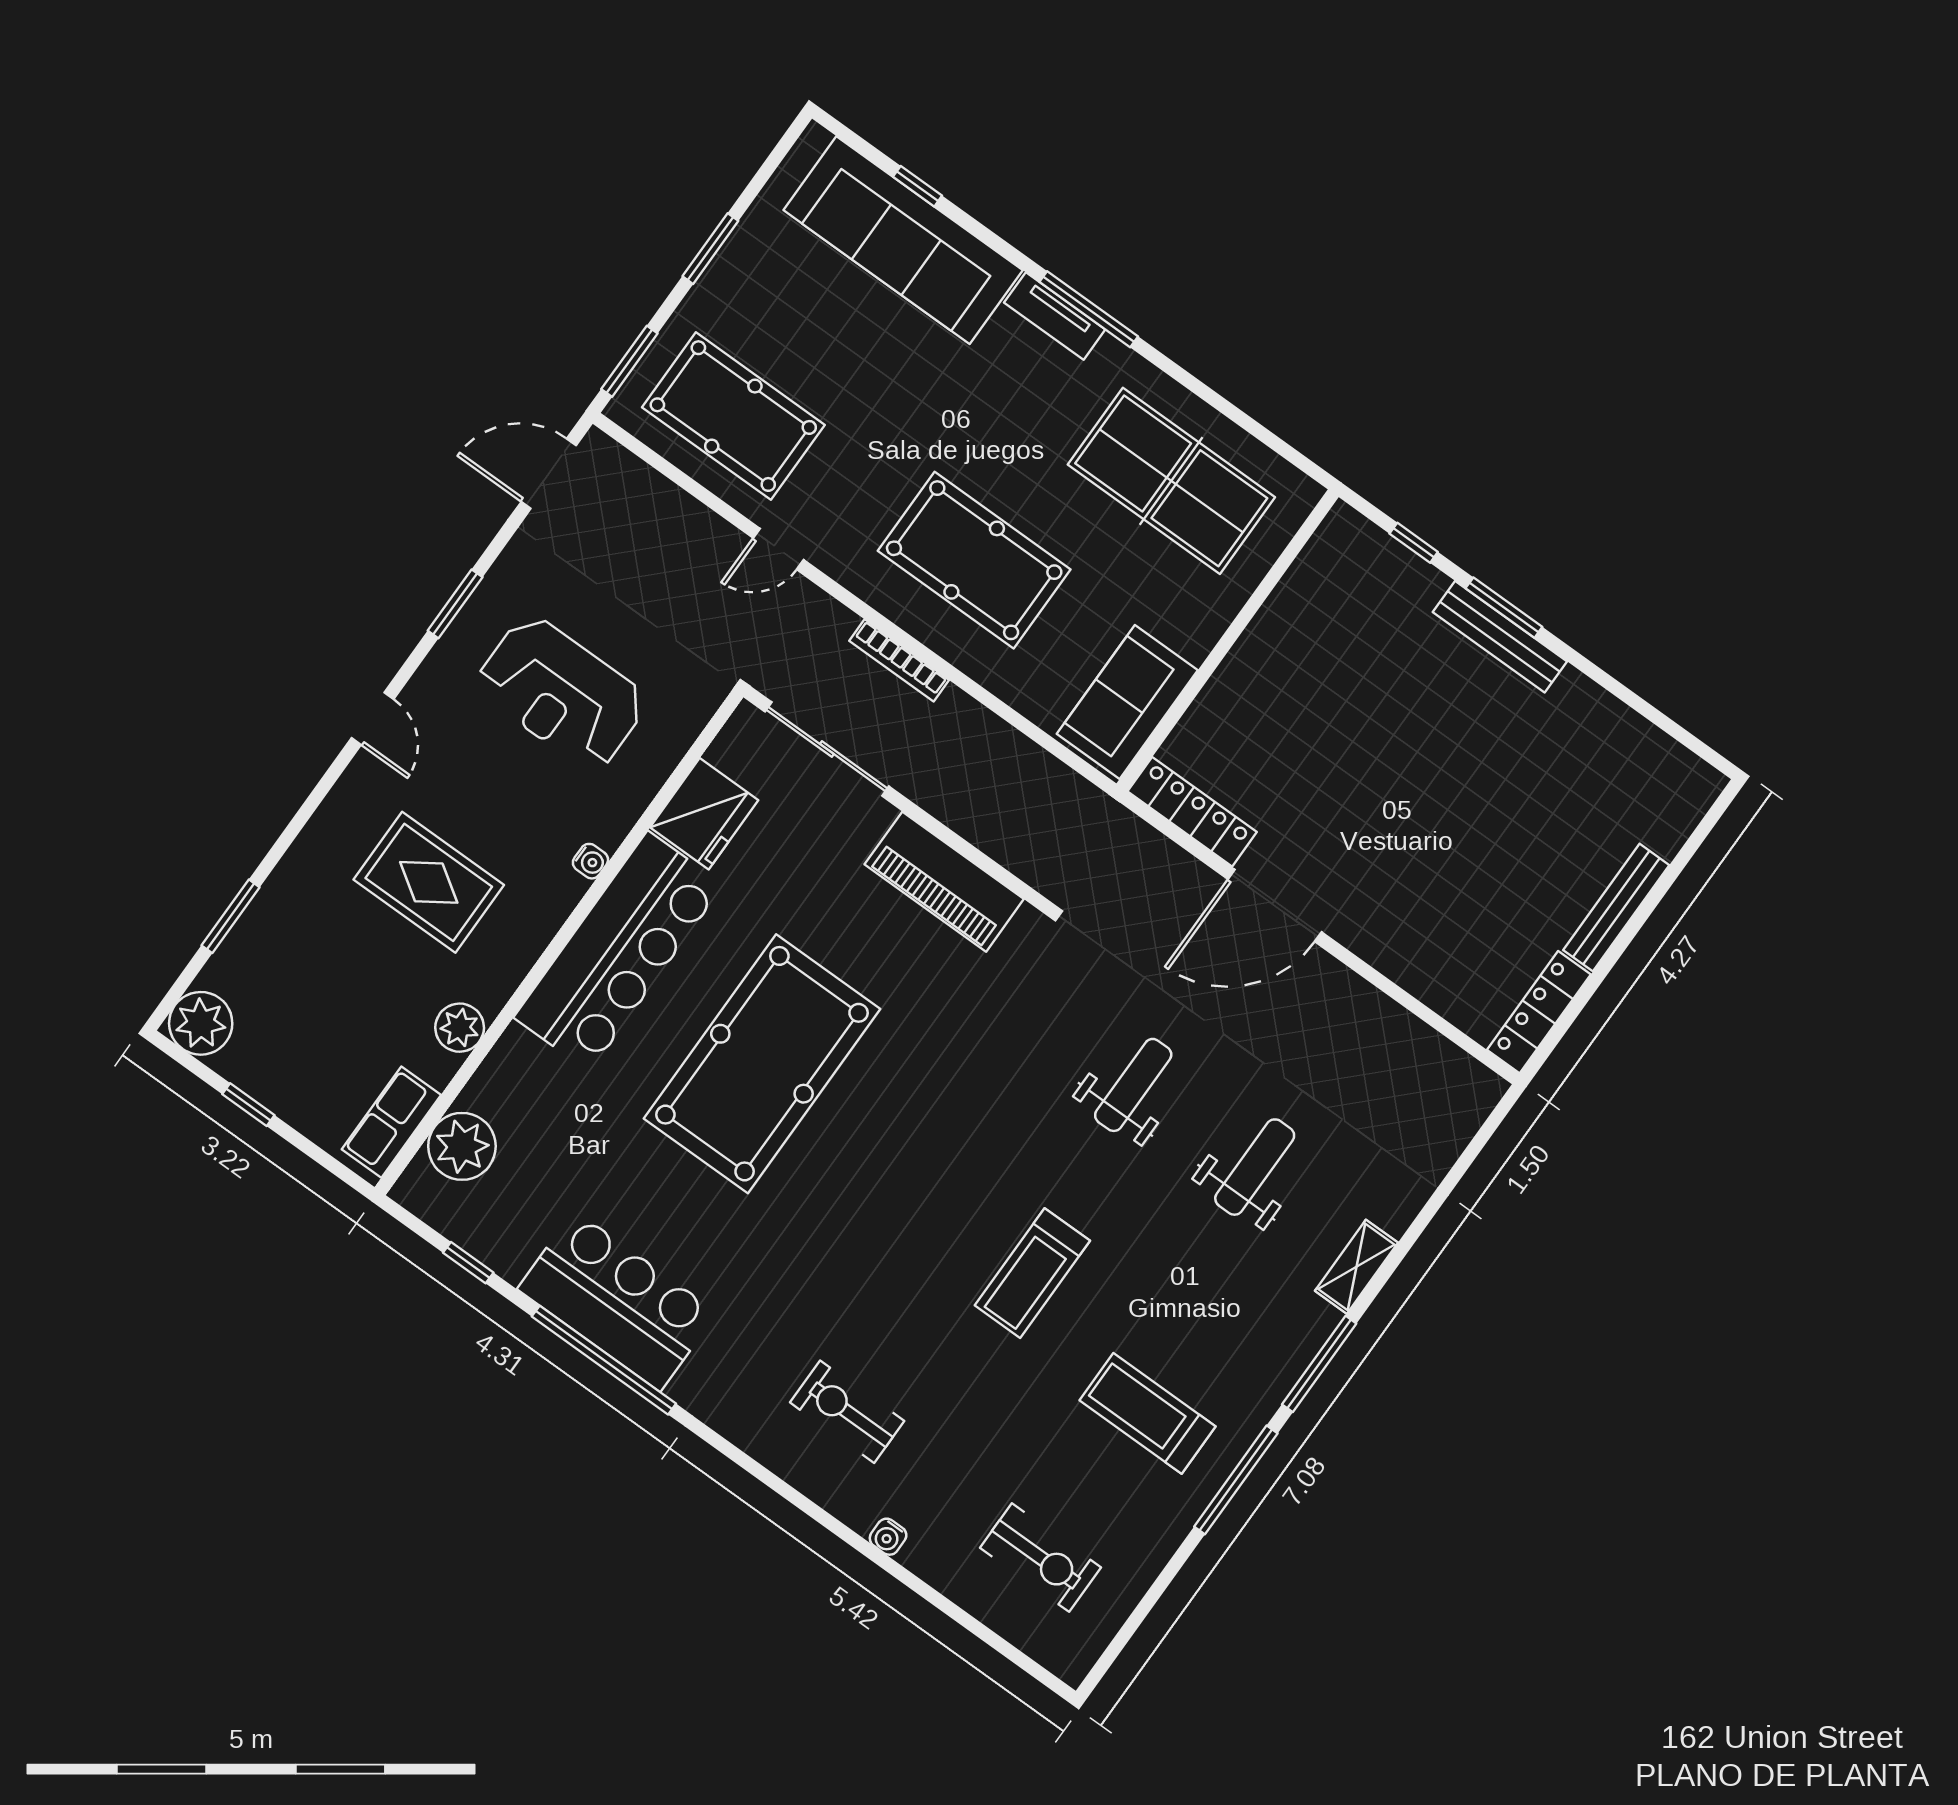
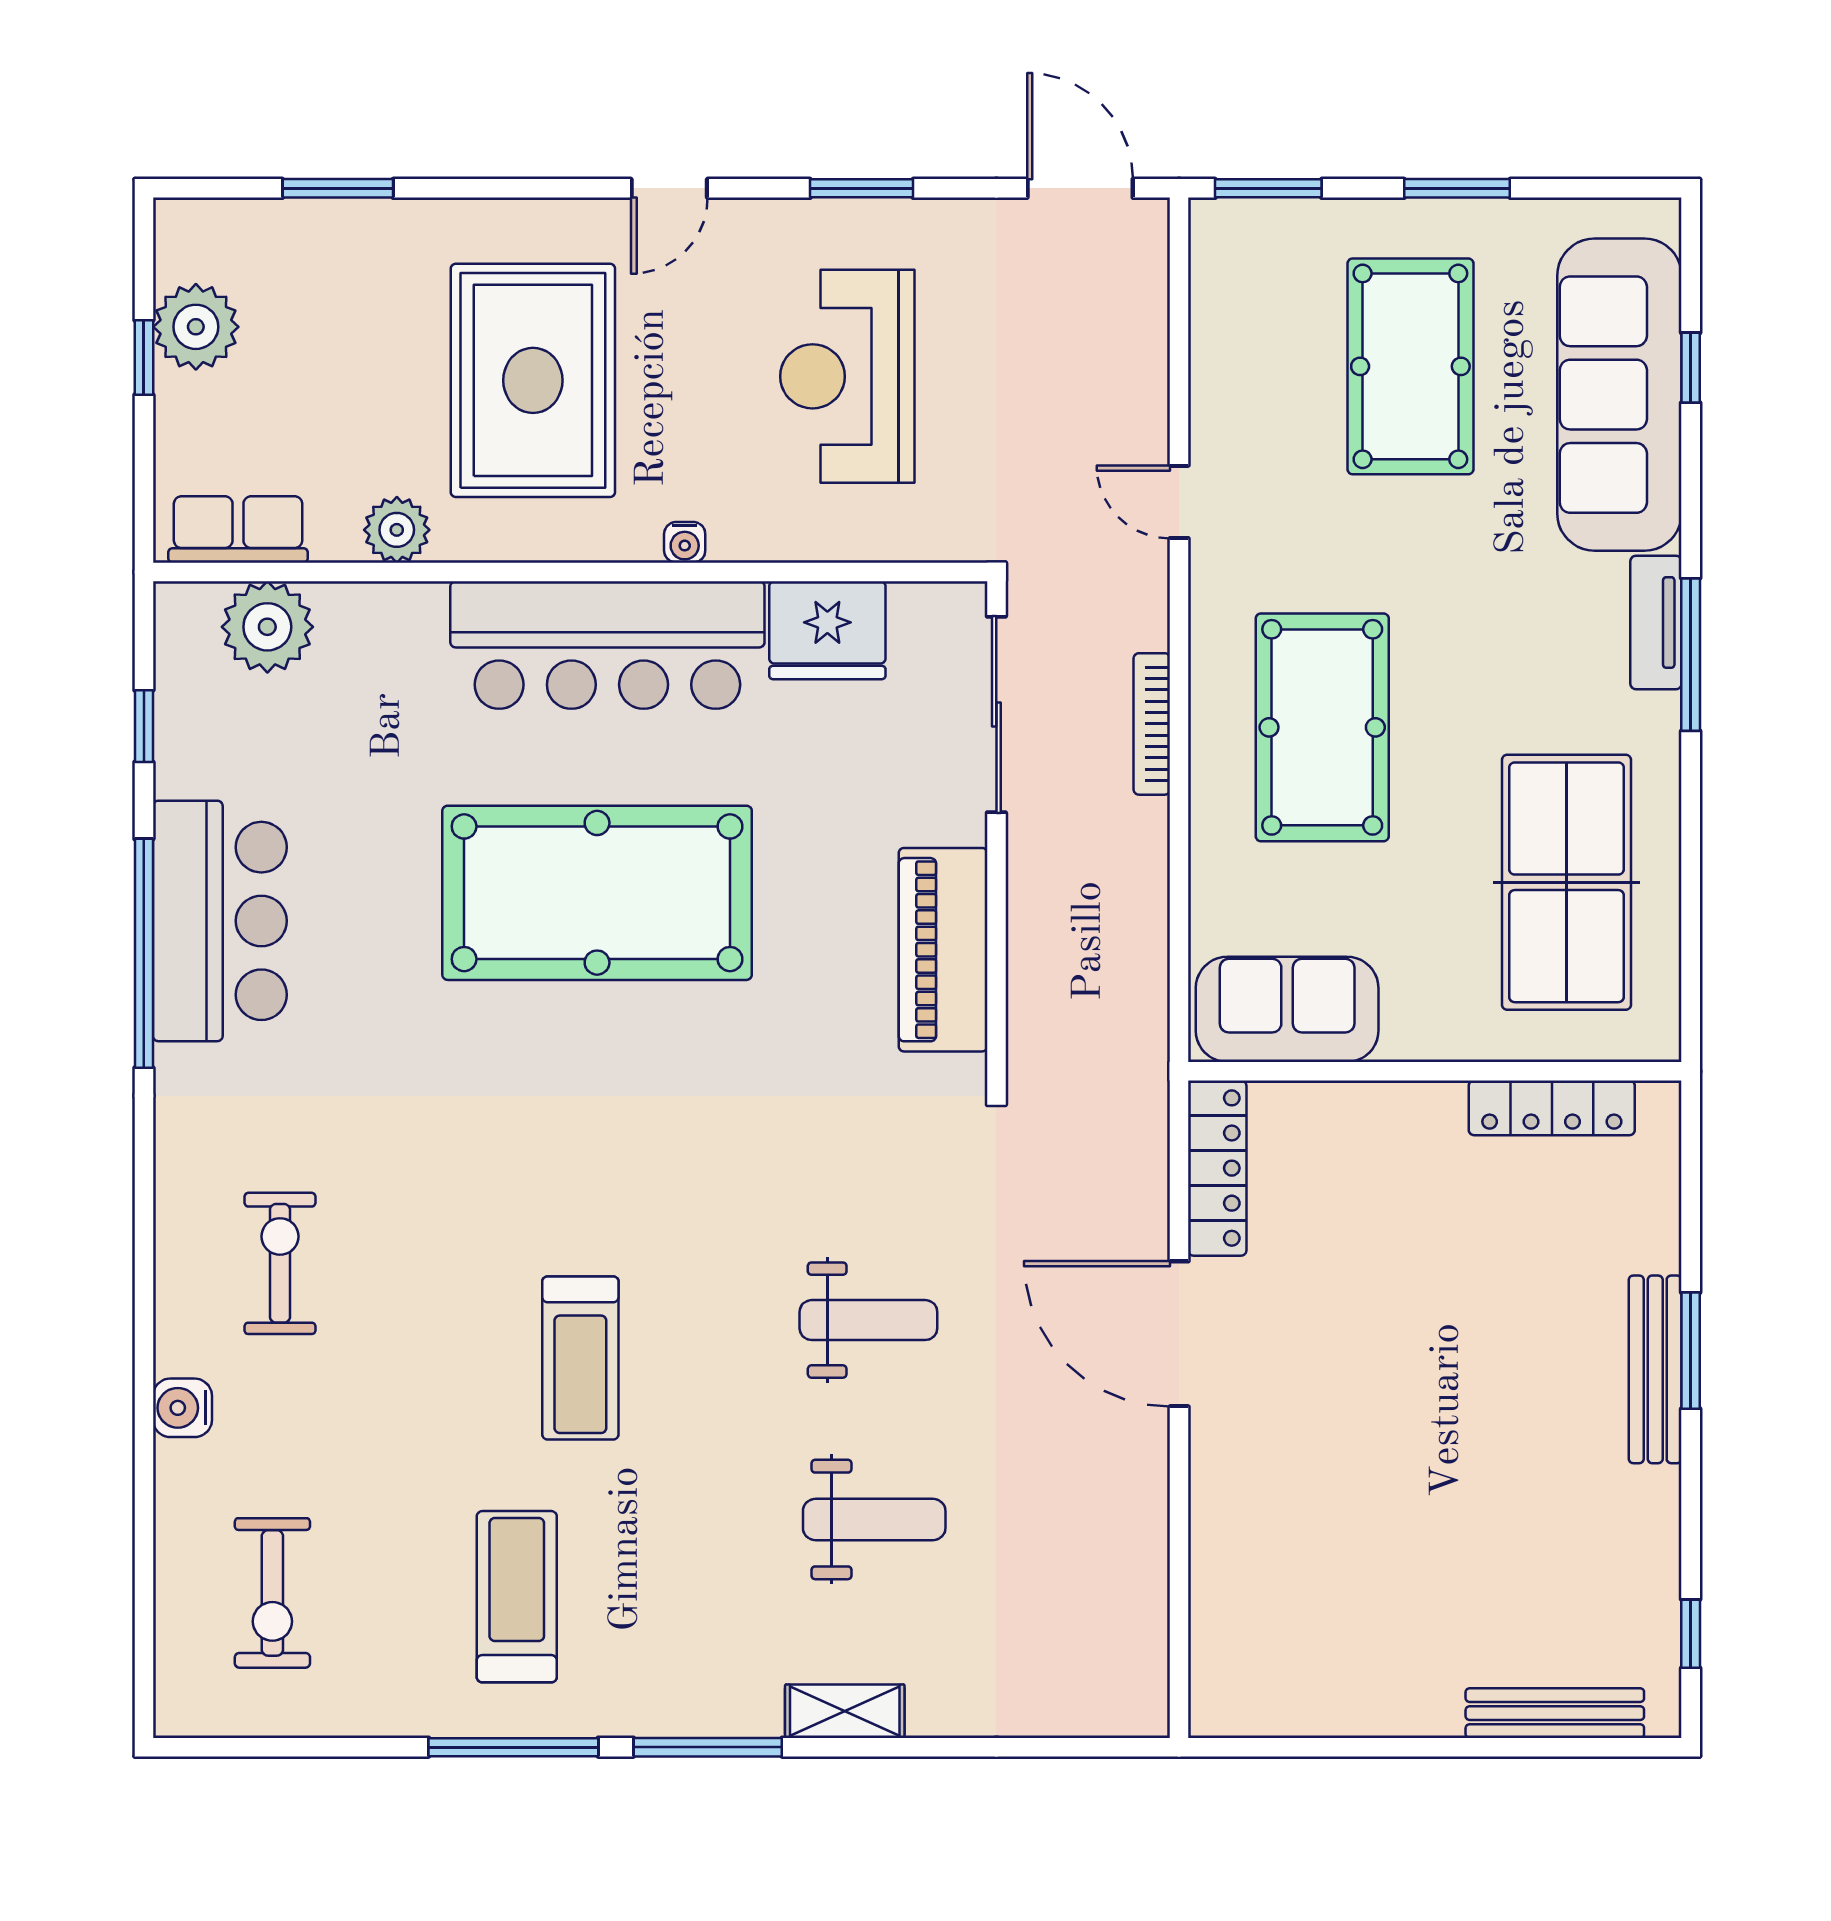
pool table: (733, 416) -> (1410, 366), moved
window: (1414, 543) -> (1691, 1634), moved
rug: (429, 882) -> (533, 380), width x1.37, depth x1.44
bench: (1616, 908) -> (1555, 1713), moved
locker: (1539, 1012) -> (1552, 1108), moved, turned 180
plant: (201, 1023) -> (196, 327), moved
treadmill: (1032, 1273) -> (580, 1358), turned -90
water cooler: (888, 1537) -> (182, 1408), width x1.38, depth x1.38

